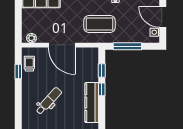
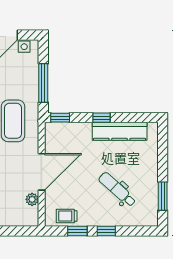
plant: (31, 38) -> (32, 199), moved
window: (102, 70) -> (60, 118), moved
window: (18, 93) -> (106, 231), added

